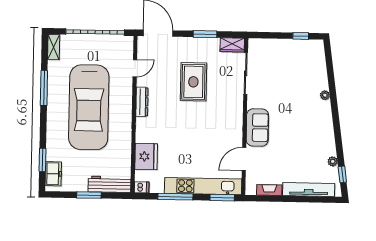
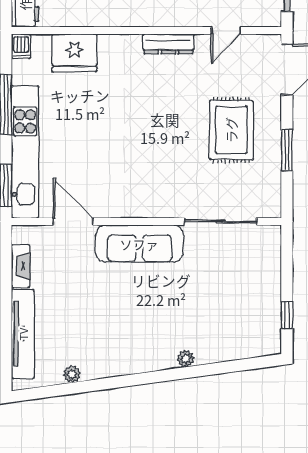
wardrobe: (232, 45) -> (269, 197), removed
door: (135, 68) -> (226, 30), hinge flipped
rug: (193, 82) -> (231, 130), moved, turned 90
sofa: (257, 128) -> (139, 244), width x1.36
window: (342, 174) -> (50, 391), removed

